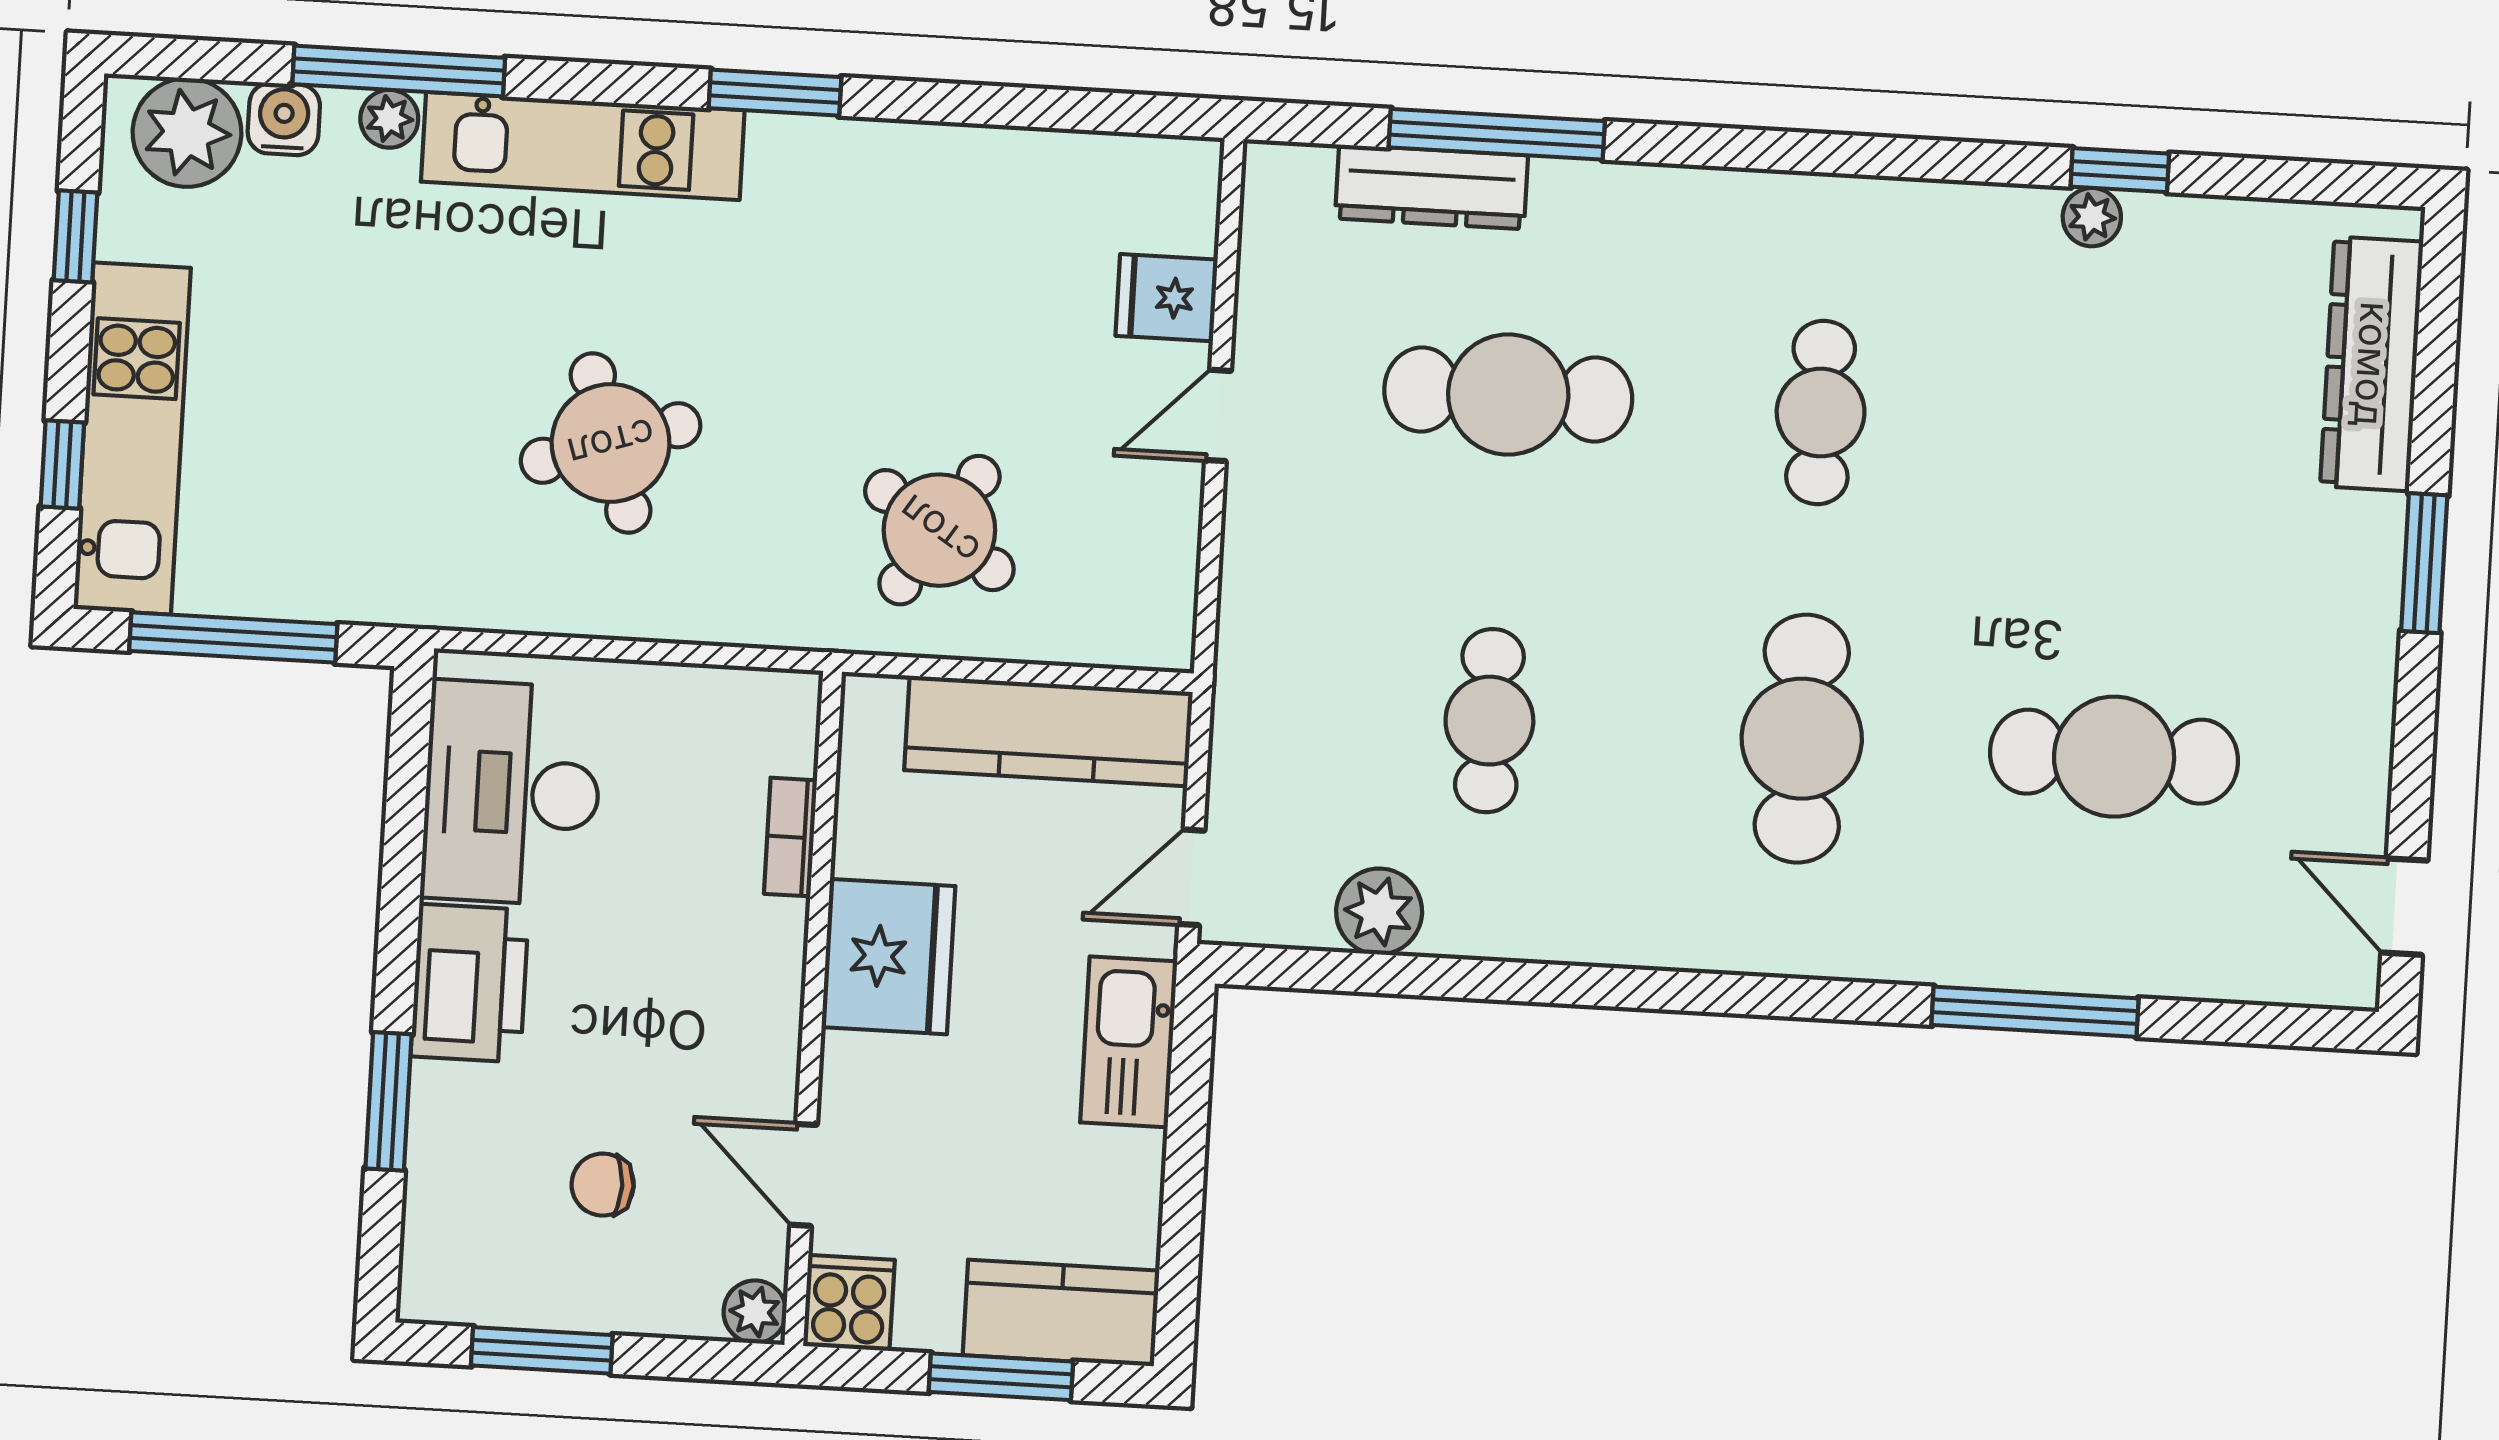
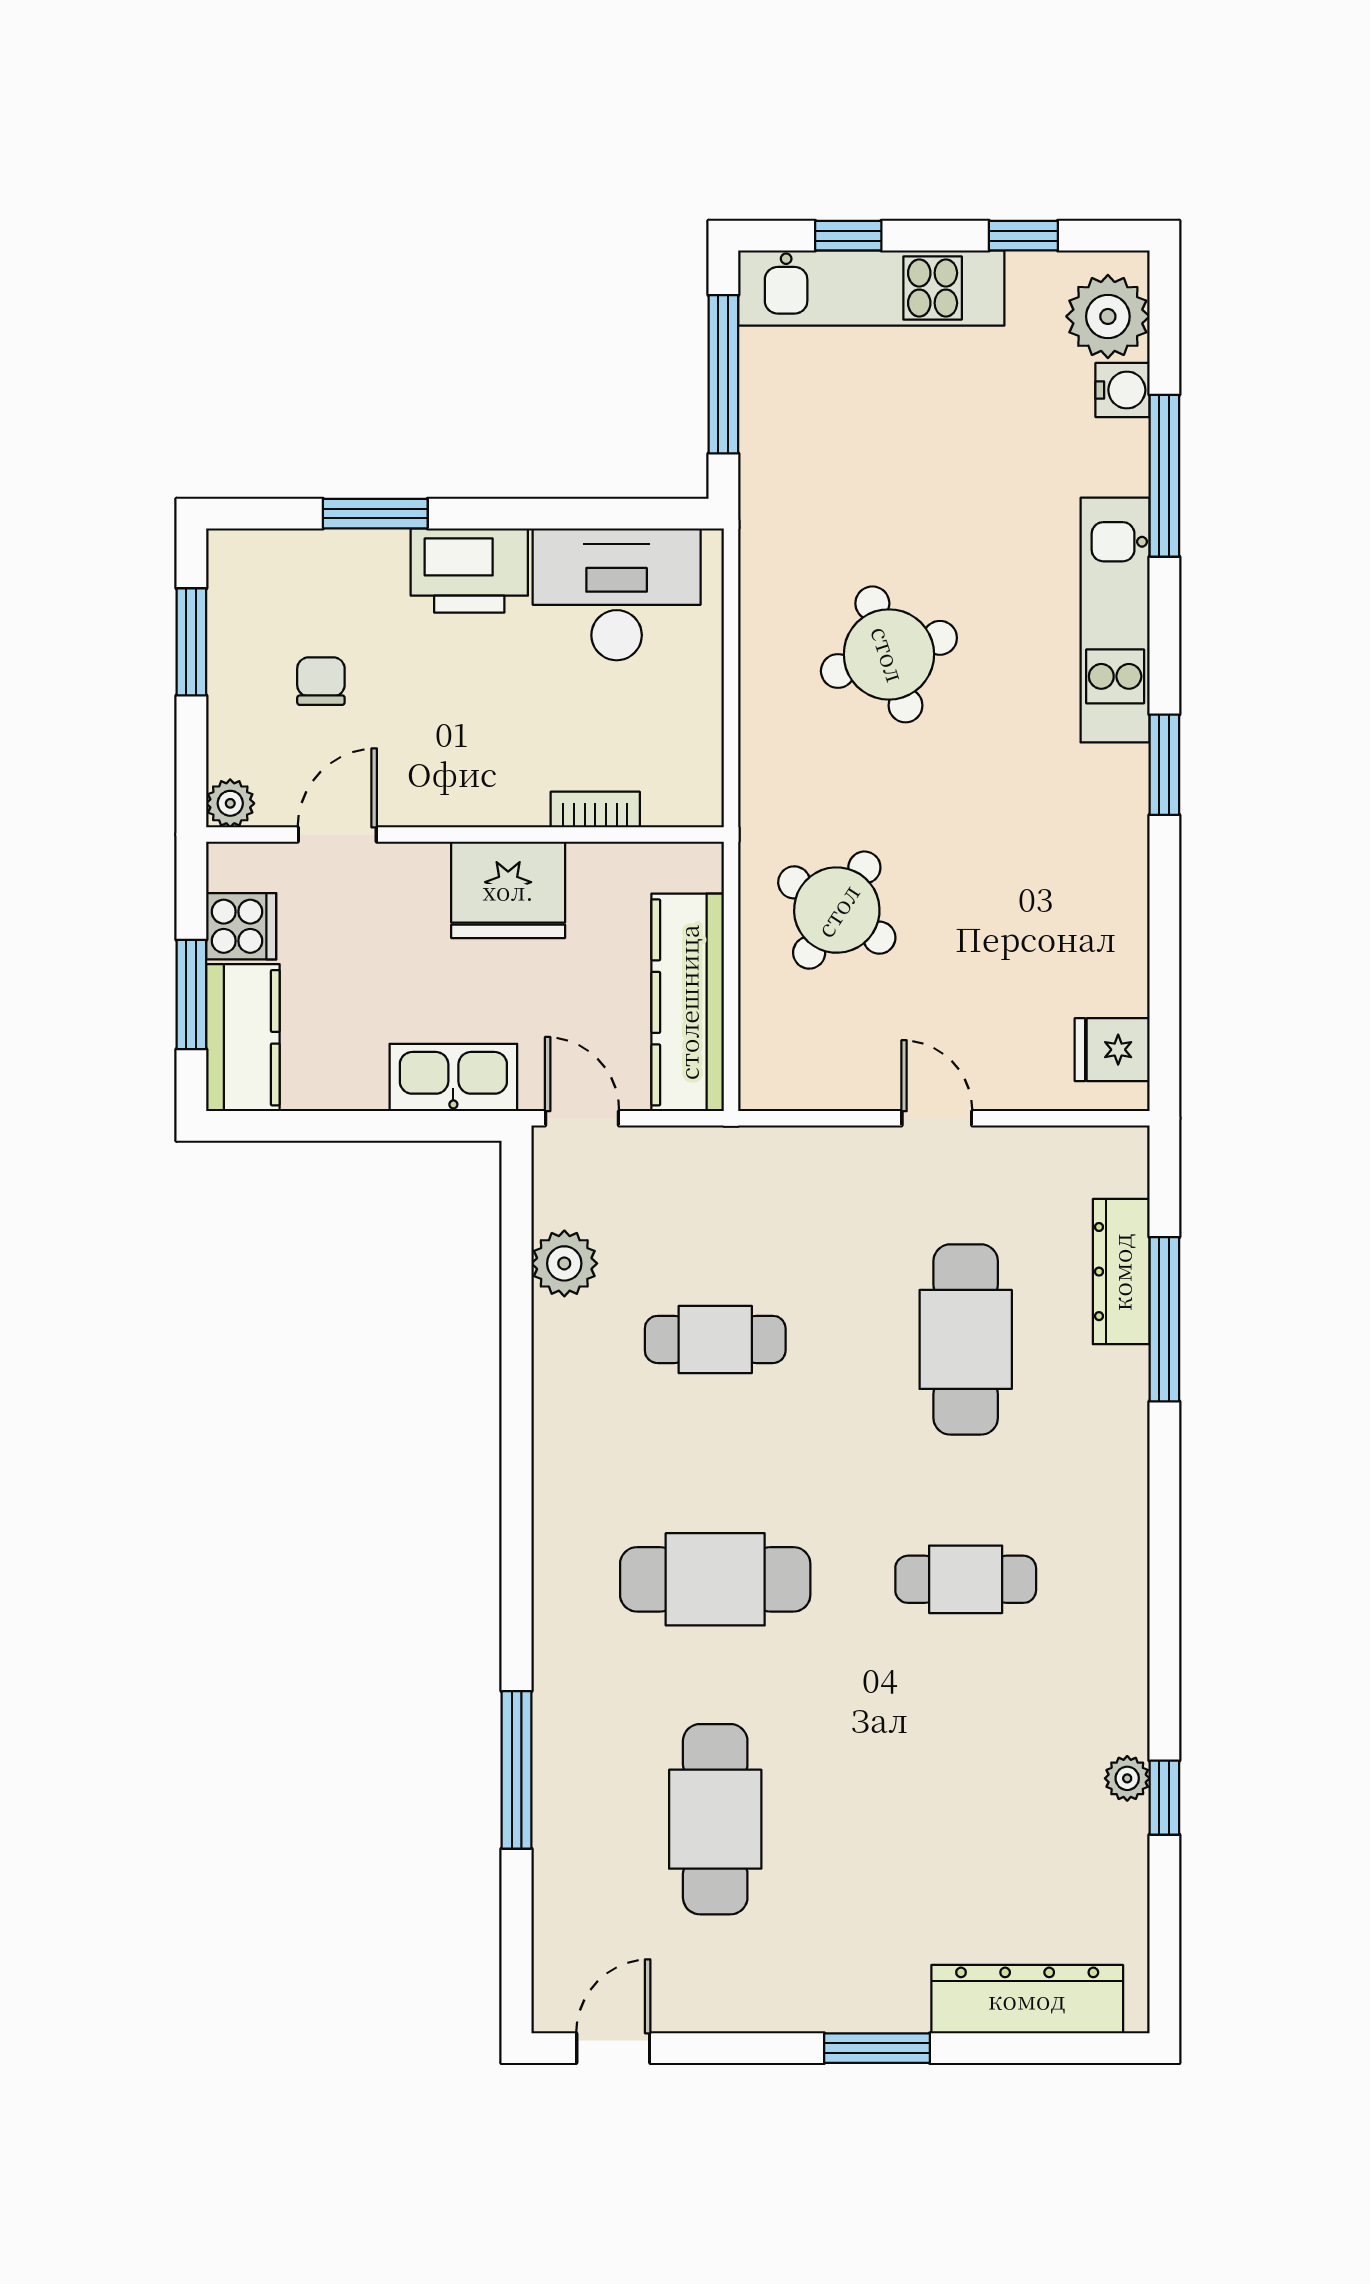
plant: (389, 119) -> (1127, 471), removed
fridge: (1167, 298) -> (1112, 1050), moved, turned -90
cooker: (849, 1303) -> (241, 926), moved

